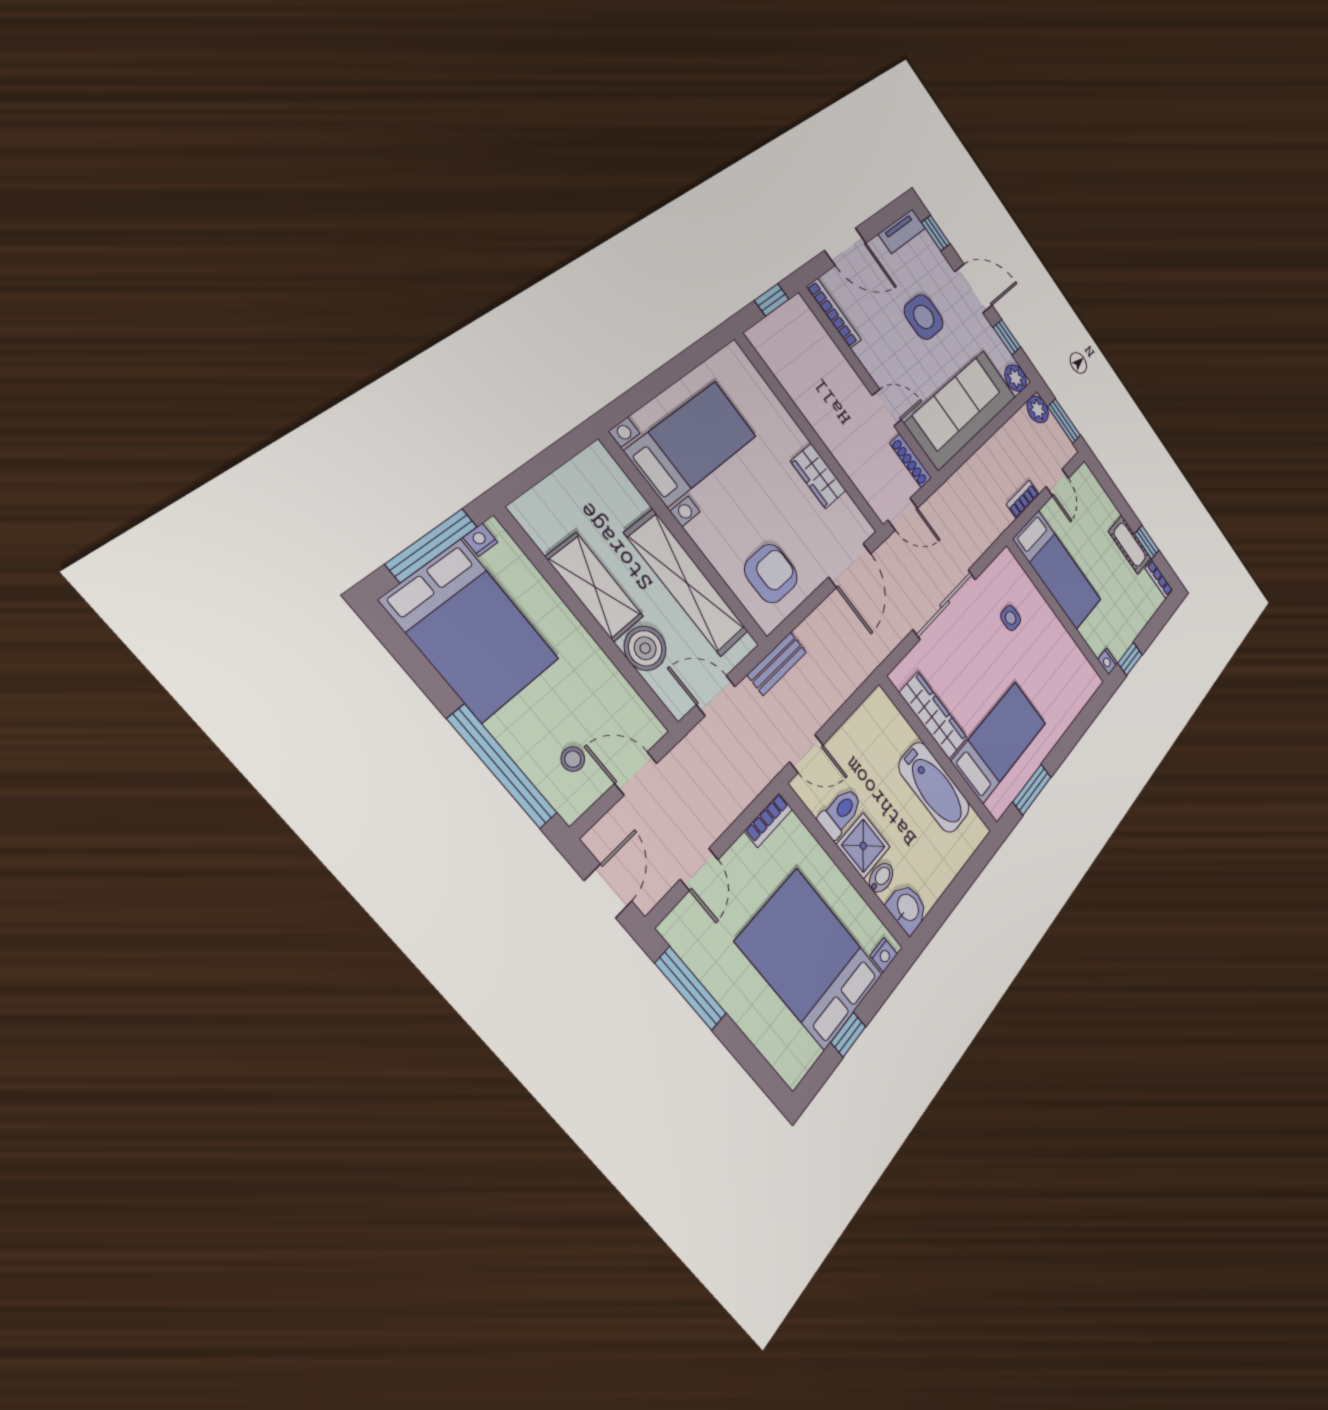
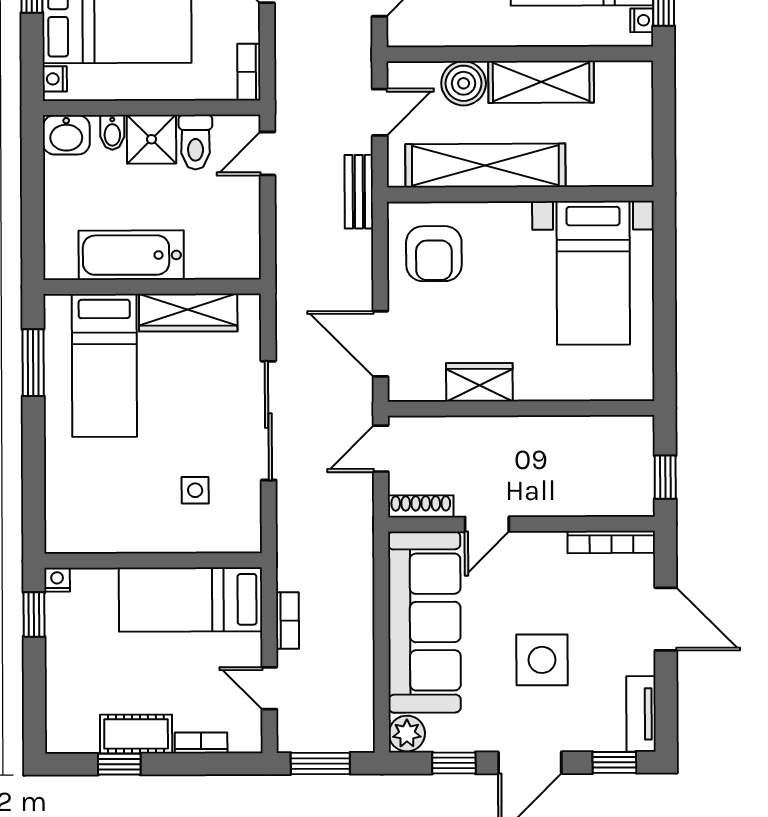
door: (845, 247) -> (666, 619), swing flipped
plant: (1038, 409) -> (357, 735), removed
bookcase: (1159, 579) -> (201, 743), moved

